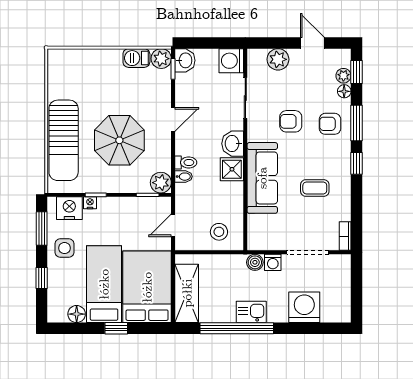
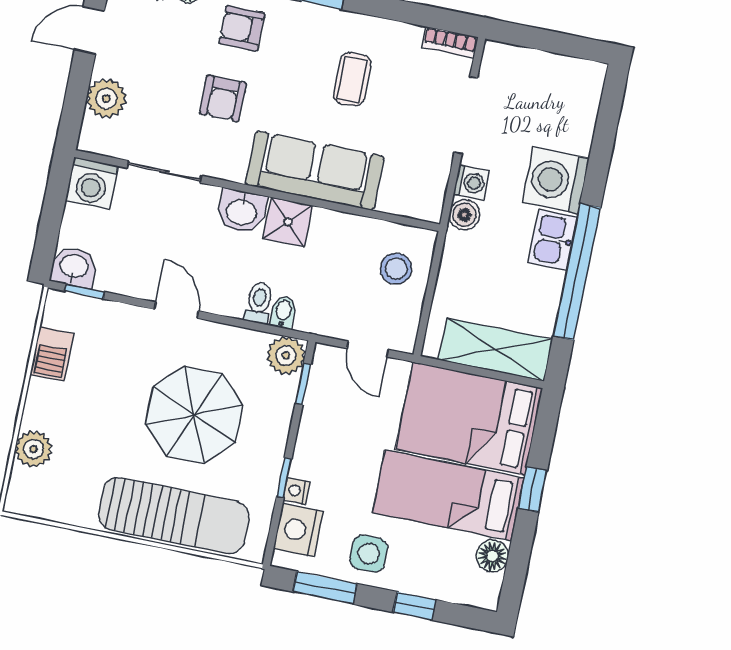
plant: (161, 59) -> (33, 449), moved
armchair: (330, 124) -> (242, 28), turned 90
washing machine: (304, 307) -> (556, 181), moved

